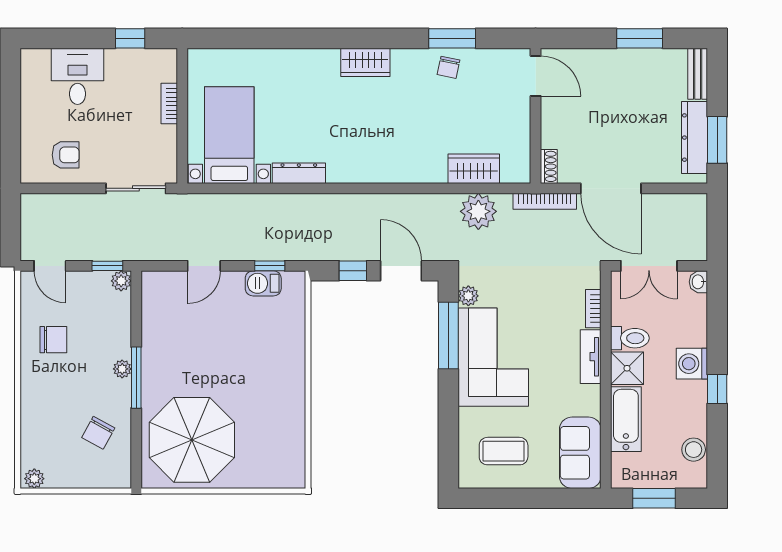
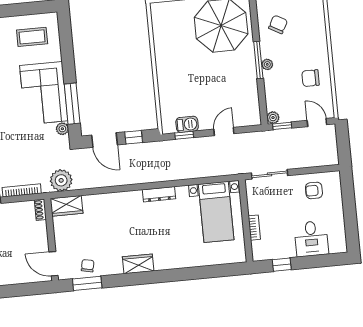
door: (536, 76) -> (54, 264), moved
wall: (536, 116) -> (51, 240), moved
shoe rack: (549, 166) -> (40, 210), moved
dresser: (299, 173) -> (159, 194), moved

